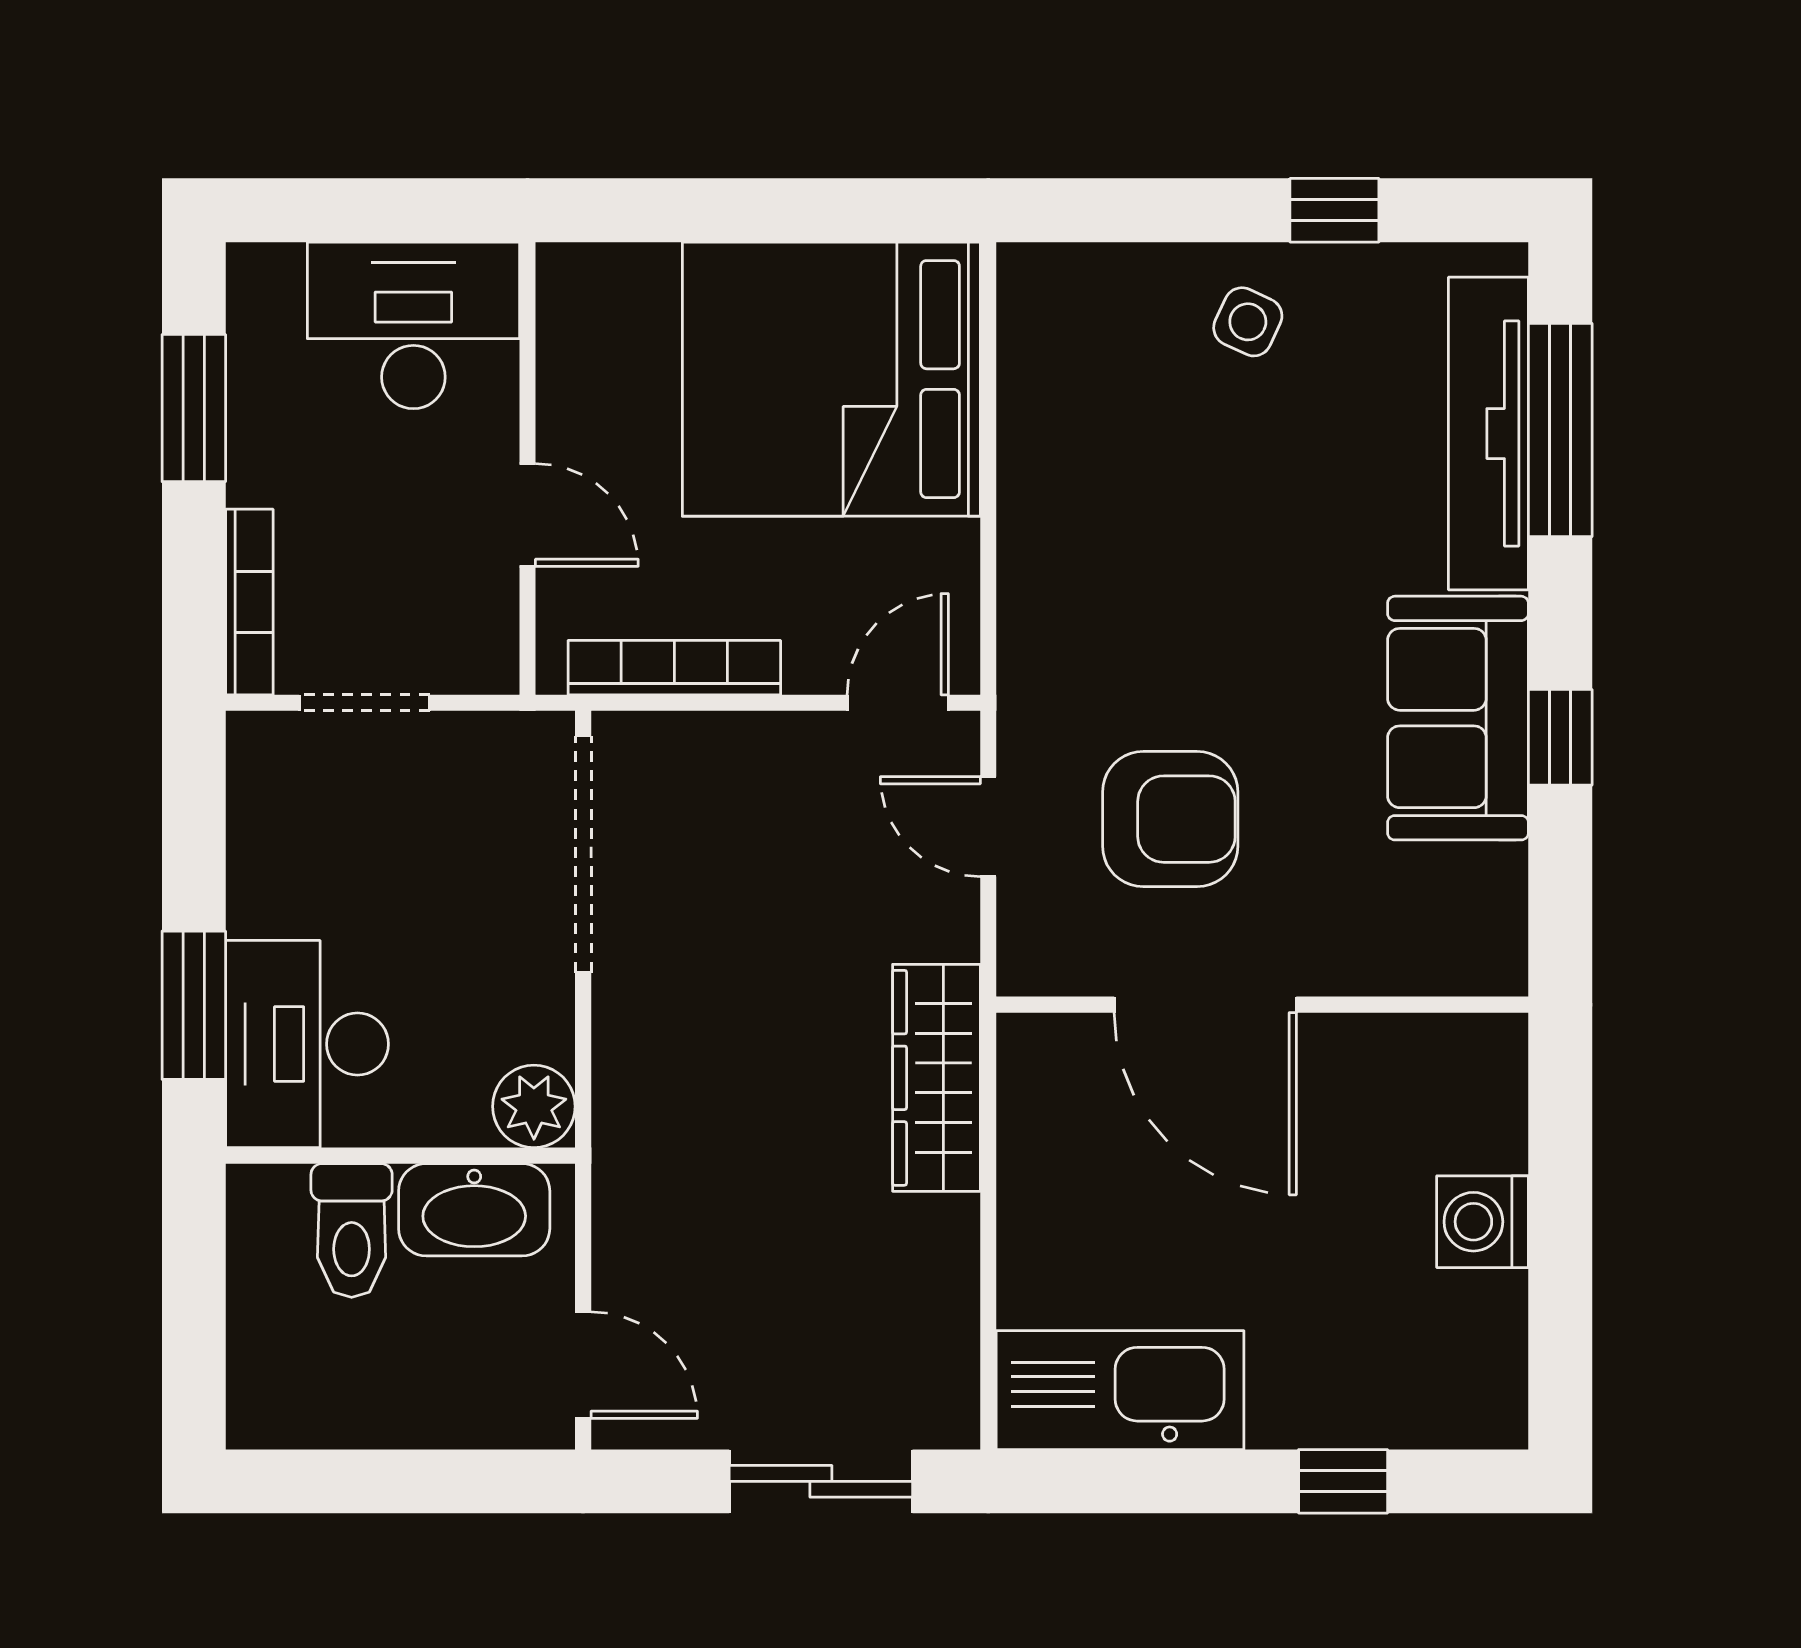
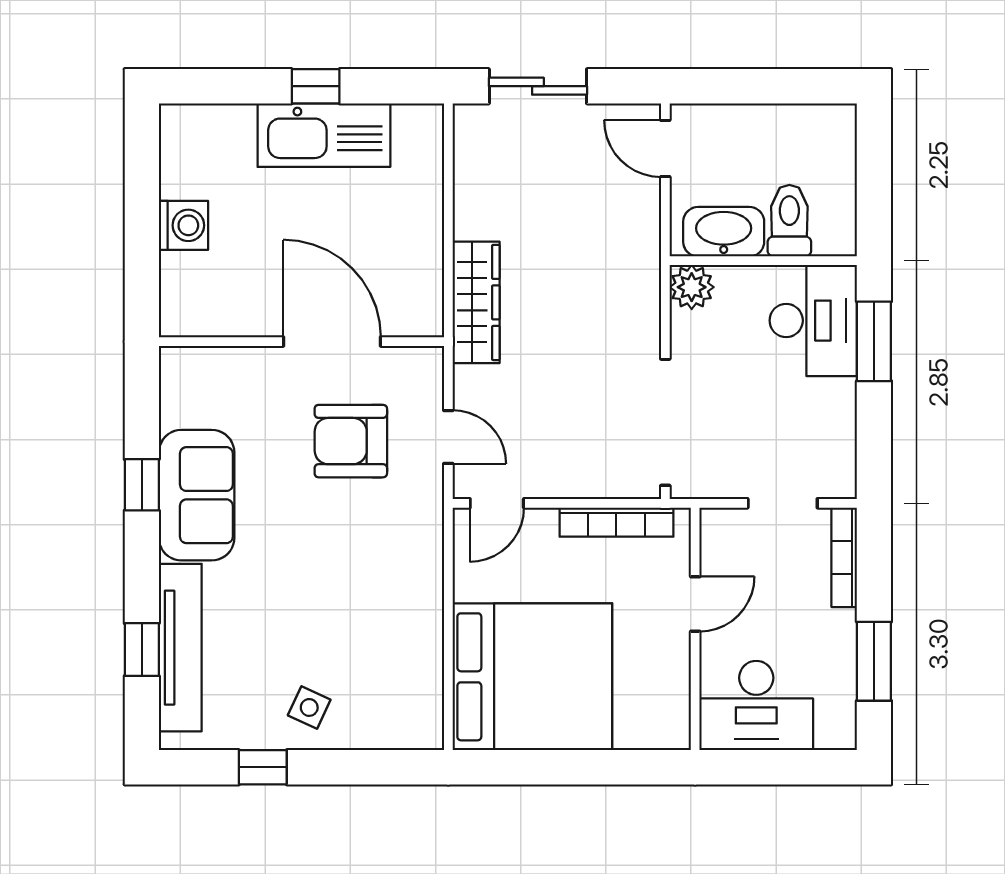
window: (1560, 430) -> (142, 650), width x0.46
door: (527, 515) -> (695, 604), swing flipped
kitchen sink: (1120, 1390) -> (324, 135), moved
window: (1343, 1481) -> (316, 86), moved

